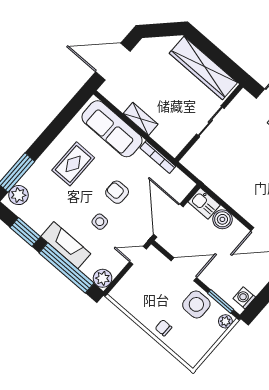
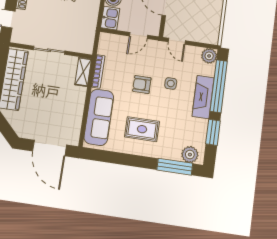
shelving: (141, 119) -> (83, 72), moved
armchair: (117, 192) -> (142, 85), turned 90
door: (168, 221) -> (138, 36), width x0.53

